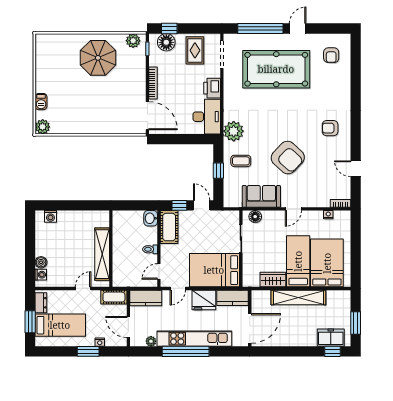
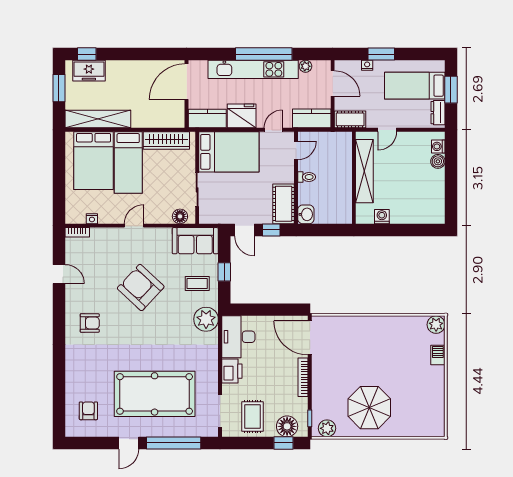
sofa: (261, 196) -> (195, 241), moved
washing machine: (50, 216) -> (382, 217), moved
wardrobe: (273, 280) -> (166, 141), width x1.50
shelving: (298, 297) -> (98, 119), moved

